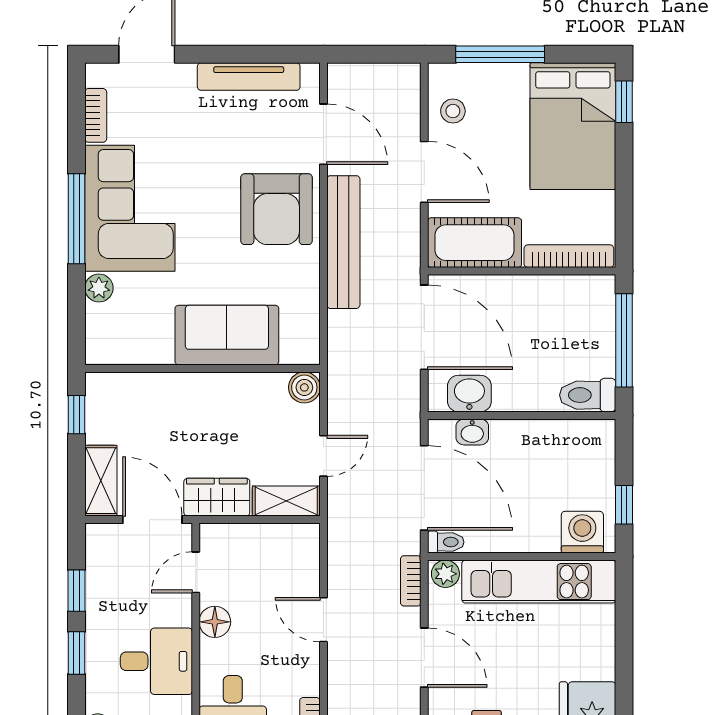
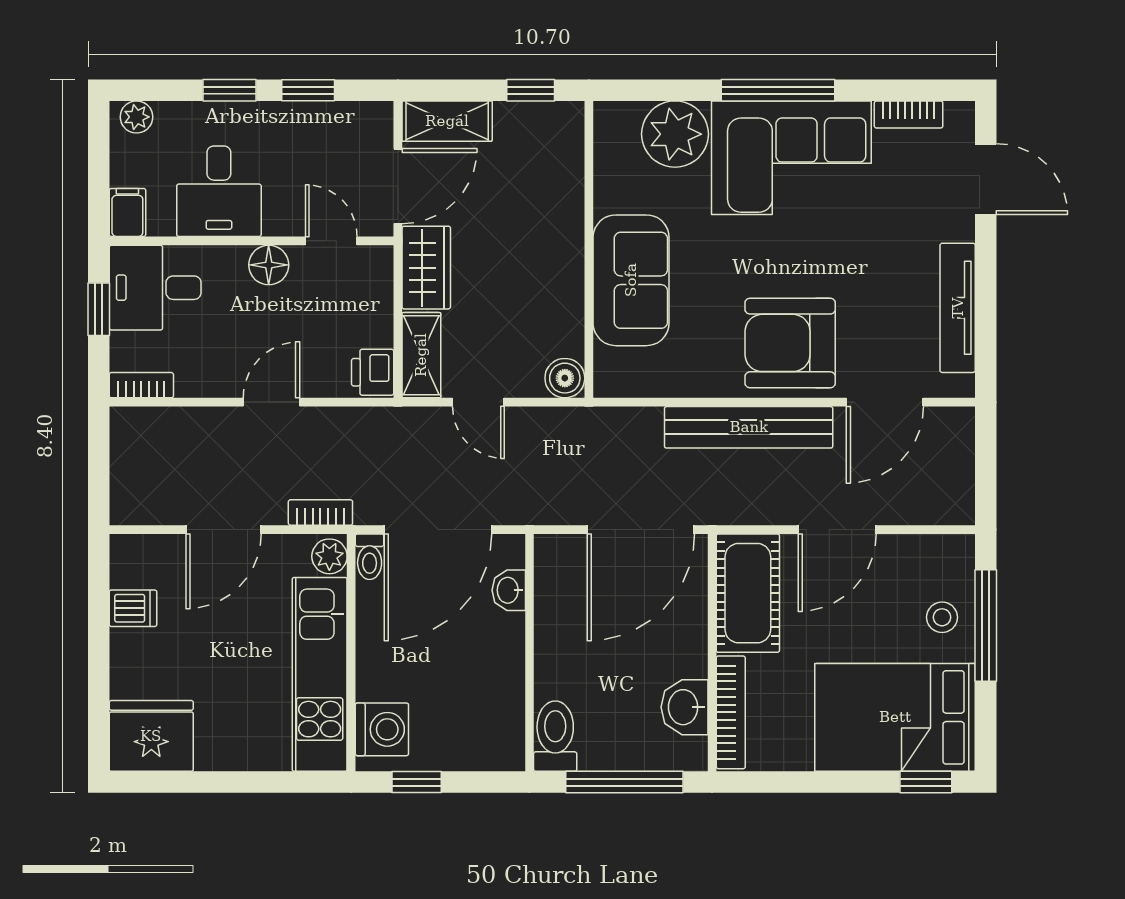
stool: (453, 111) -> (942, 617), moved
plant: (99, 288) -> (675, 134), width x1.87, depth x1.87
washbasin: (469, 394) -> (684, 707), moved, turned 180
printer: (300, 540) -> (373, 372), added

